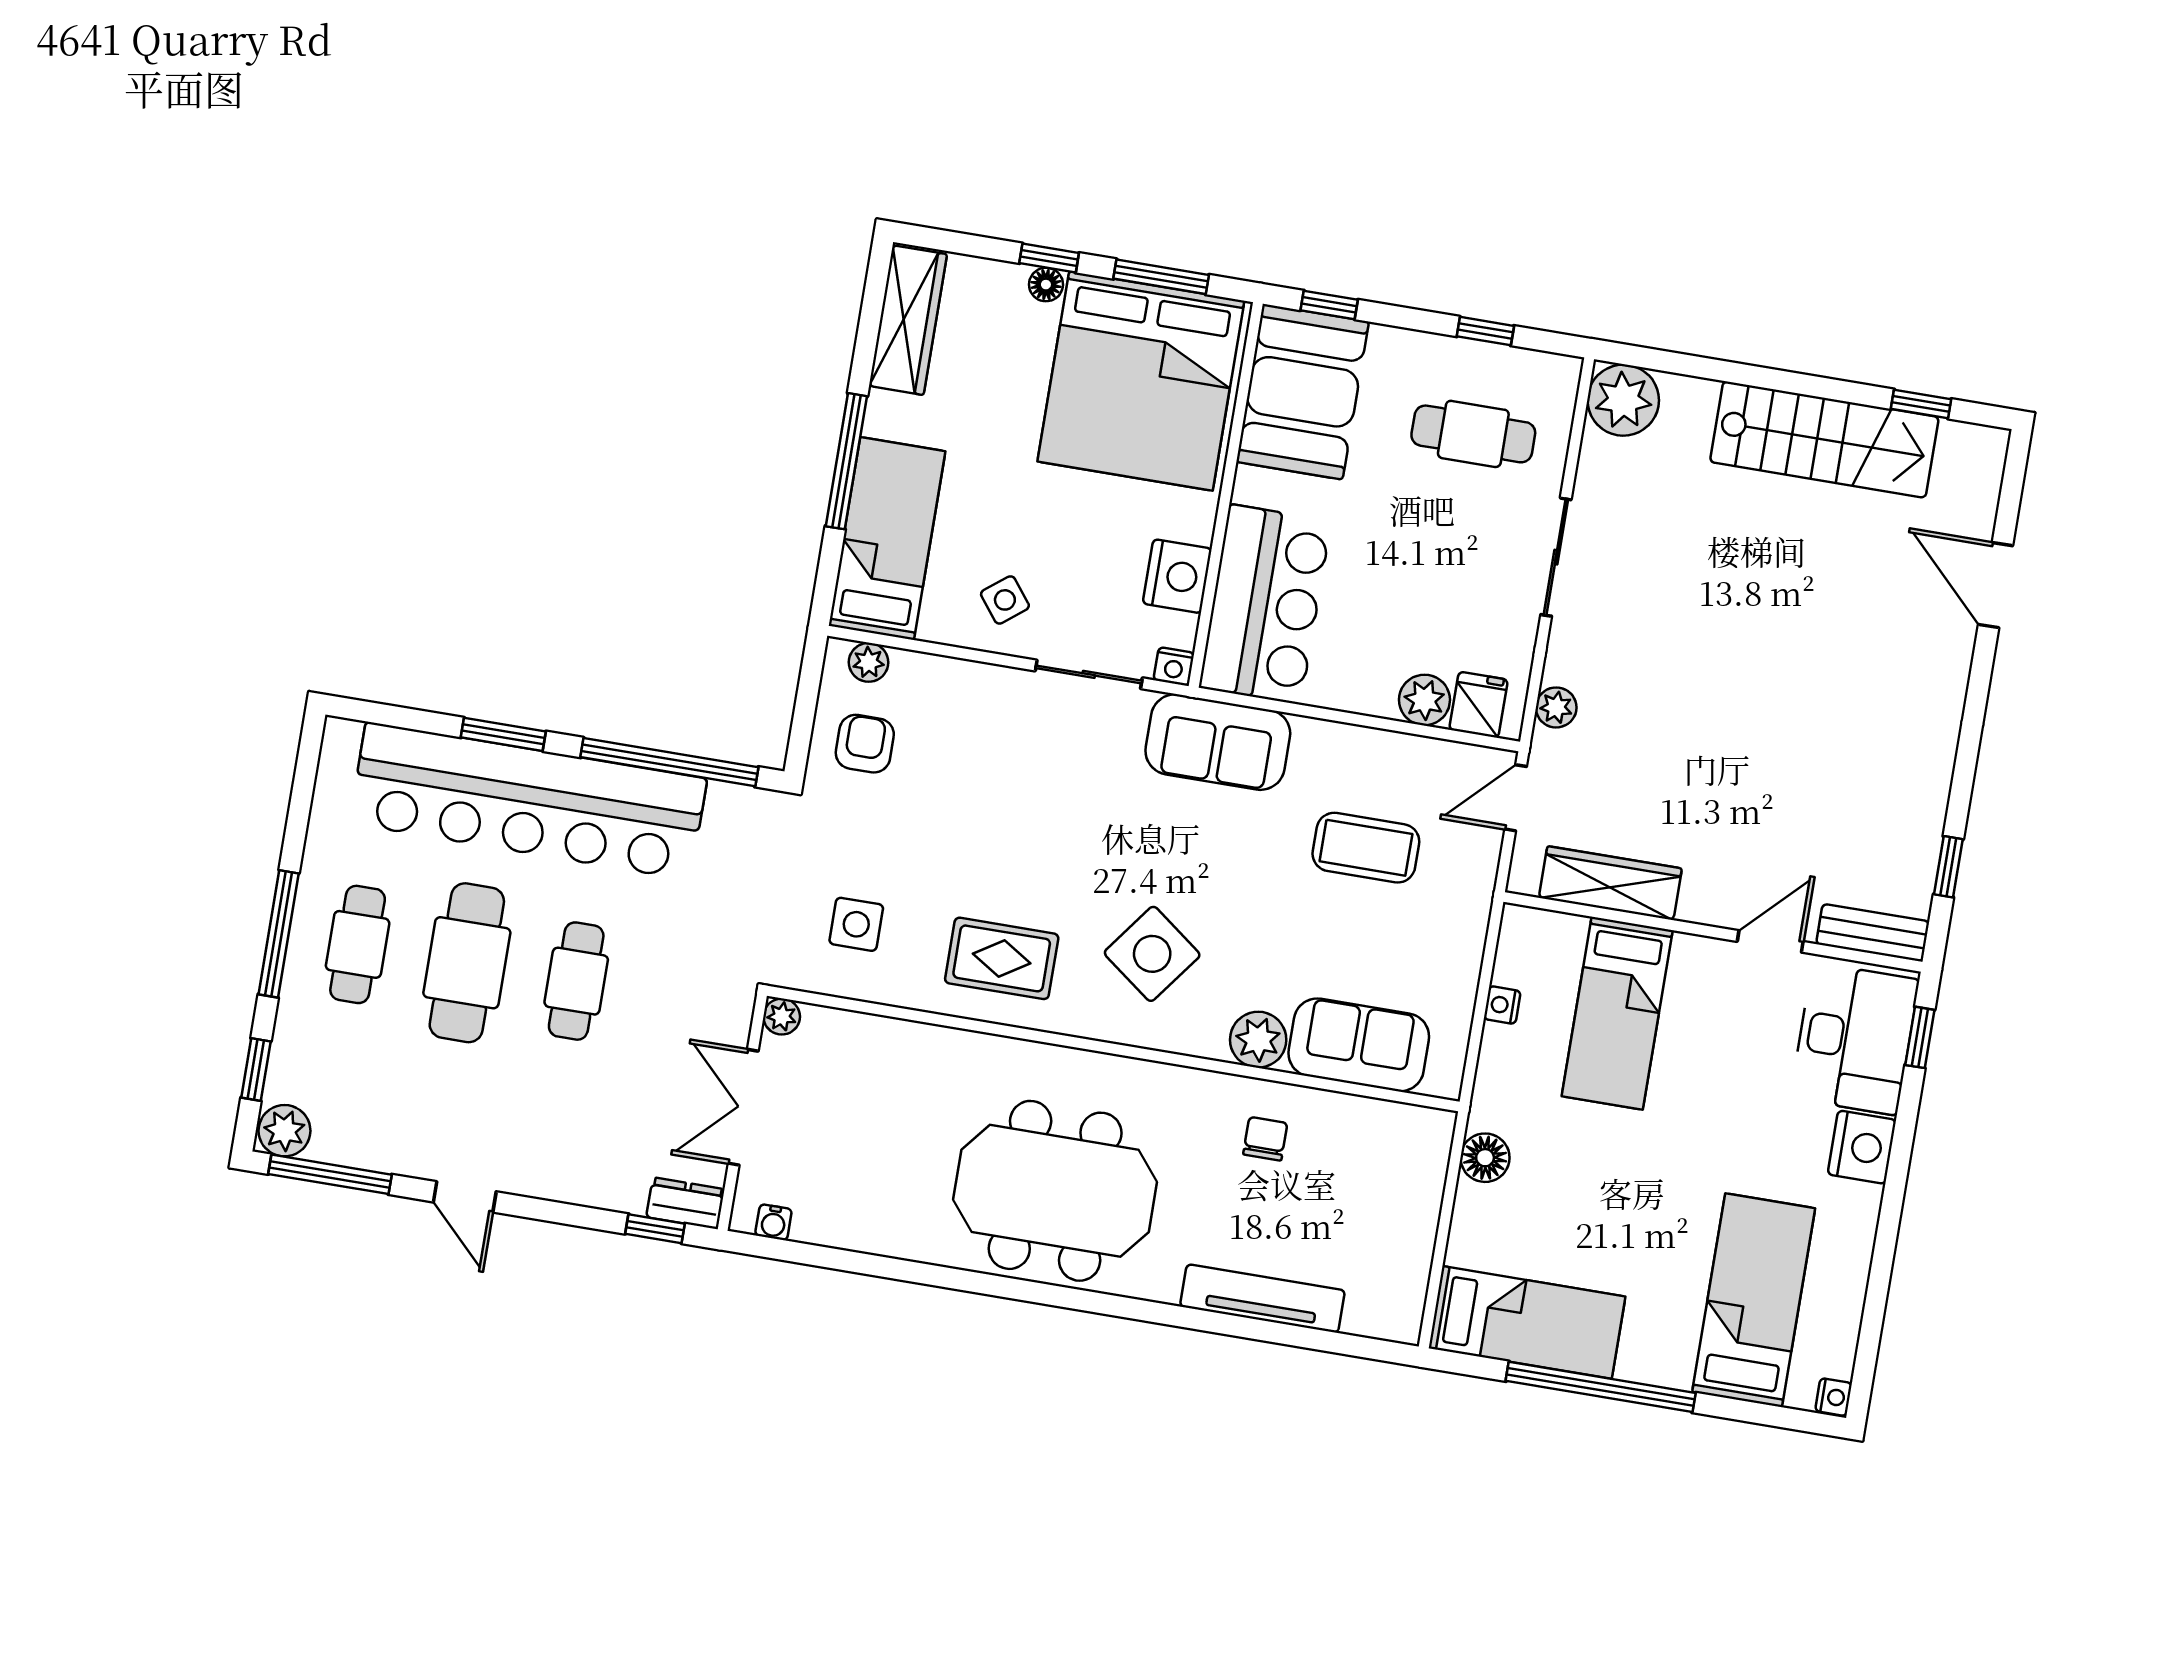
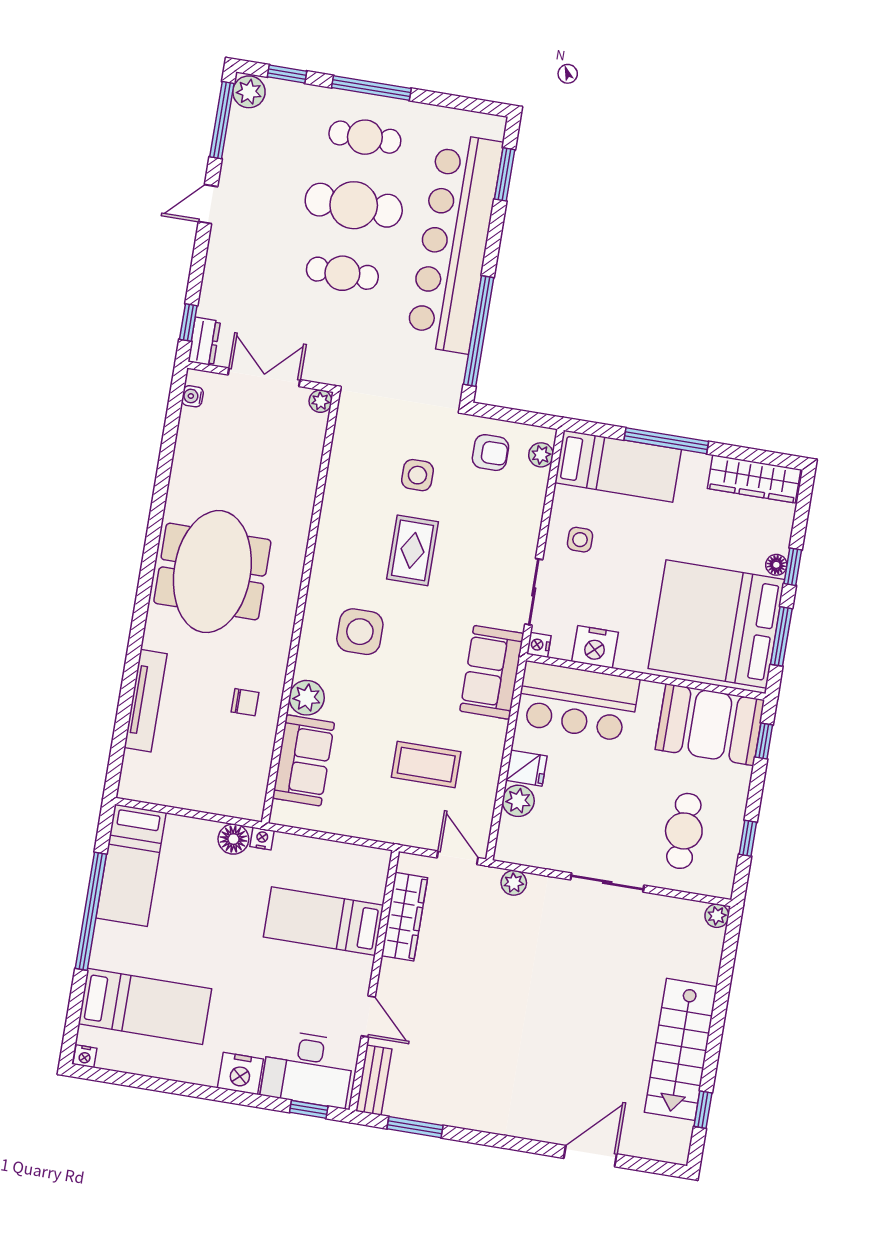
plant: (1623, 400) -> (717, 916), width x0.53, depth x0.53
side table: (1005, 600) -> (580, 540), turned 38
fridge: (1479, 705) -> (526, 768), moved
window: (503, 734) -> (505, 174), moved
coffee table: (1366, 848) -> (426, 765), turned 90
window: (1948, 867) -> (415, 1127), width x1.50
side table: (856, 924) -> (417, 475), moved
side table: (1152, 954) -> (360, 632), turned -37
rug: (1002, 958) -> (413, 550), moved
nightstand: (1502, 1005) -> (262, 839), moved

